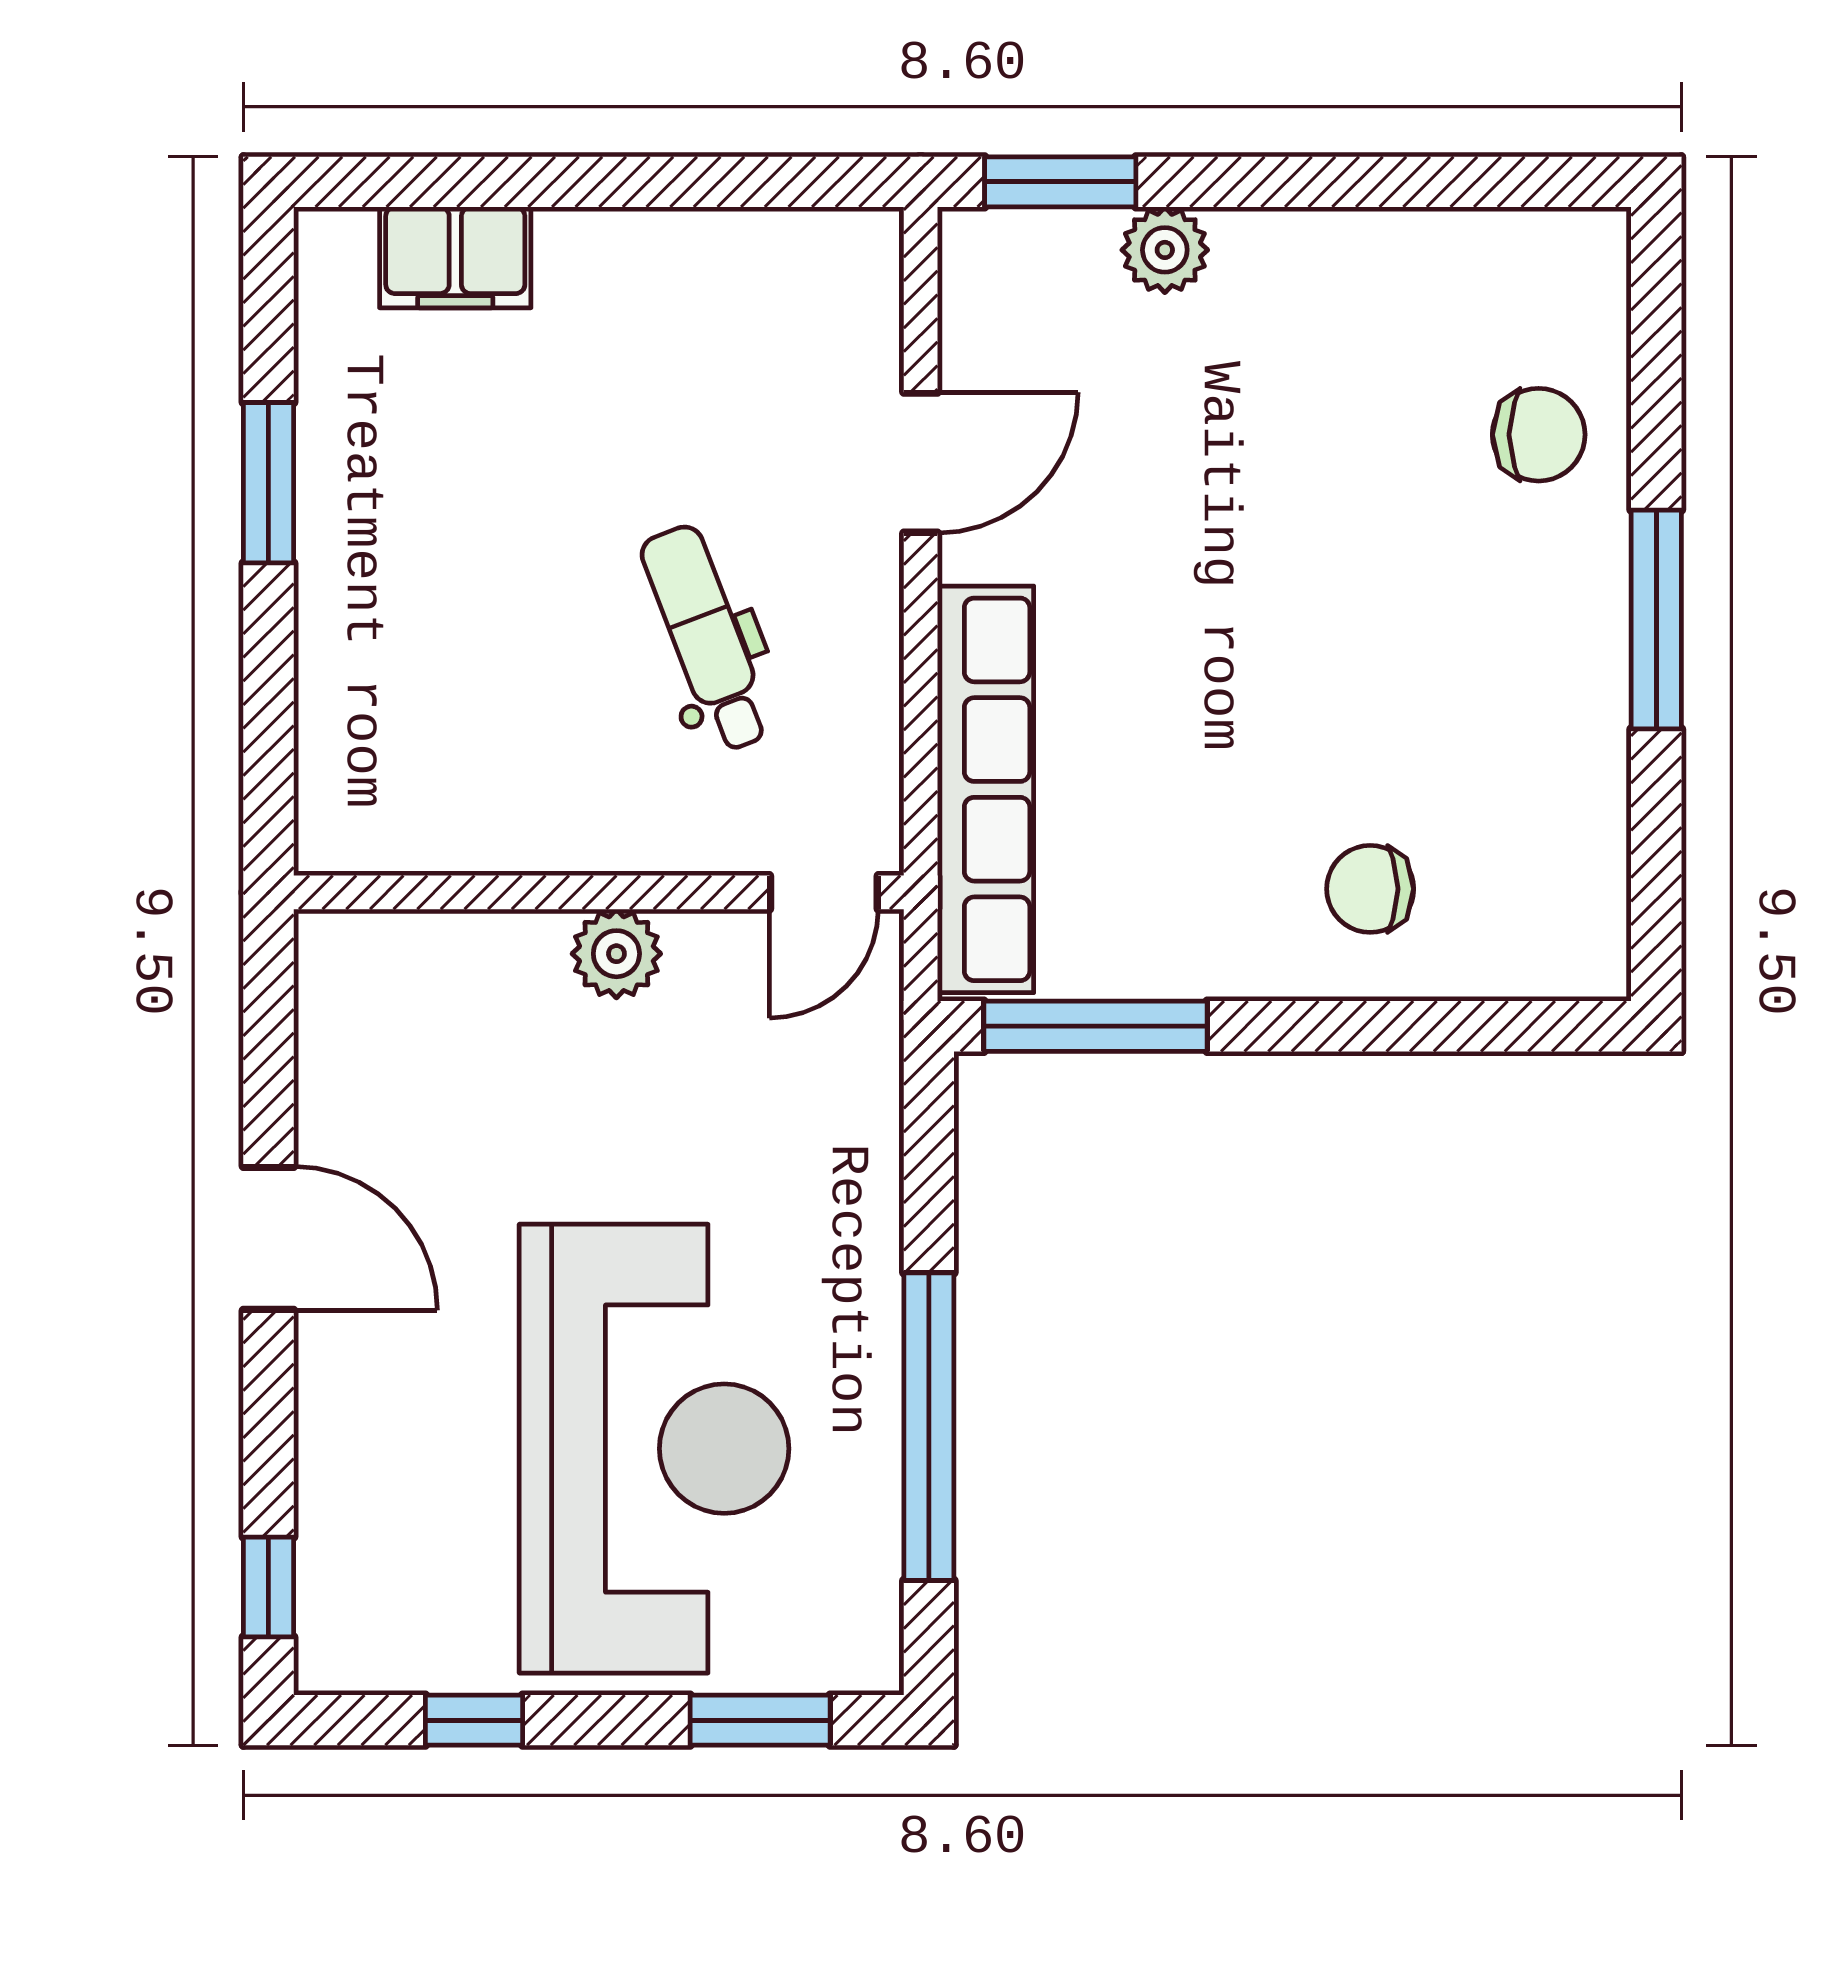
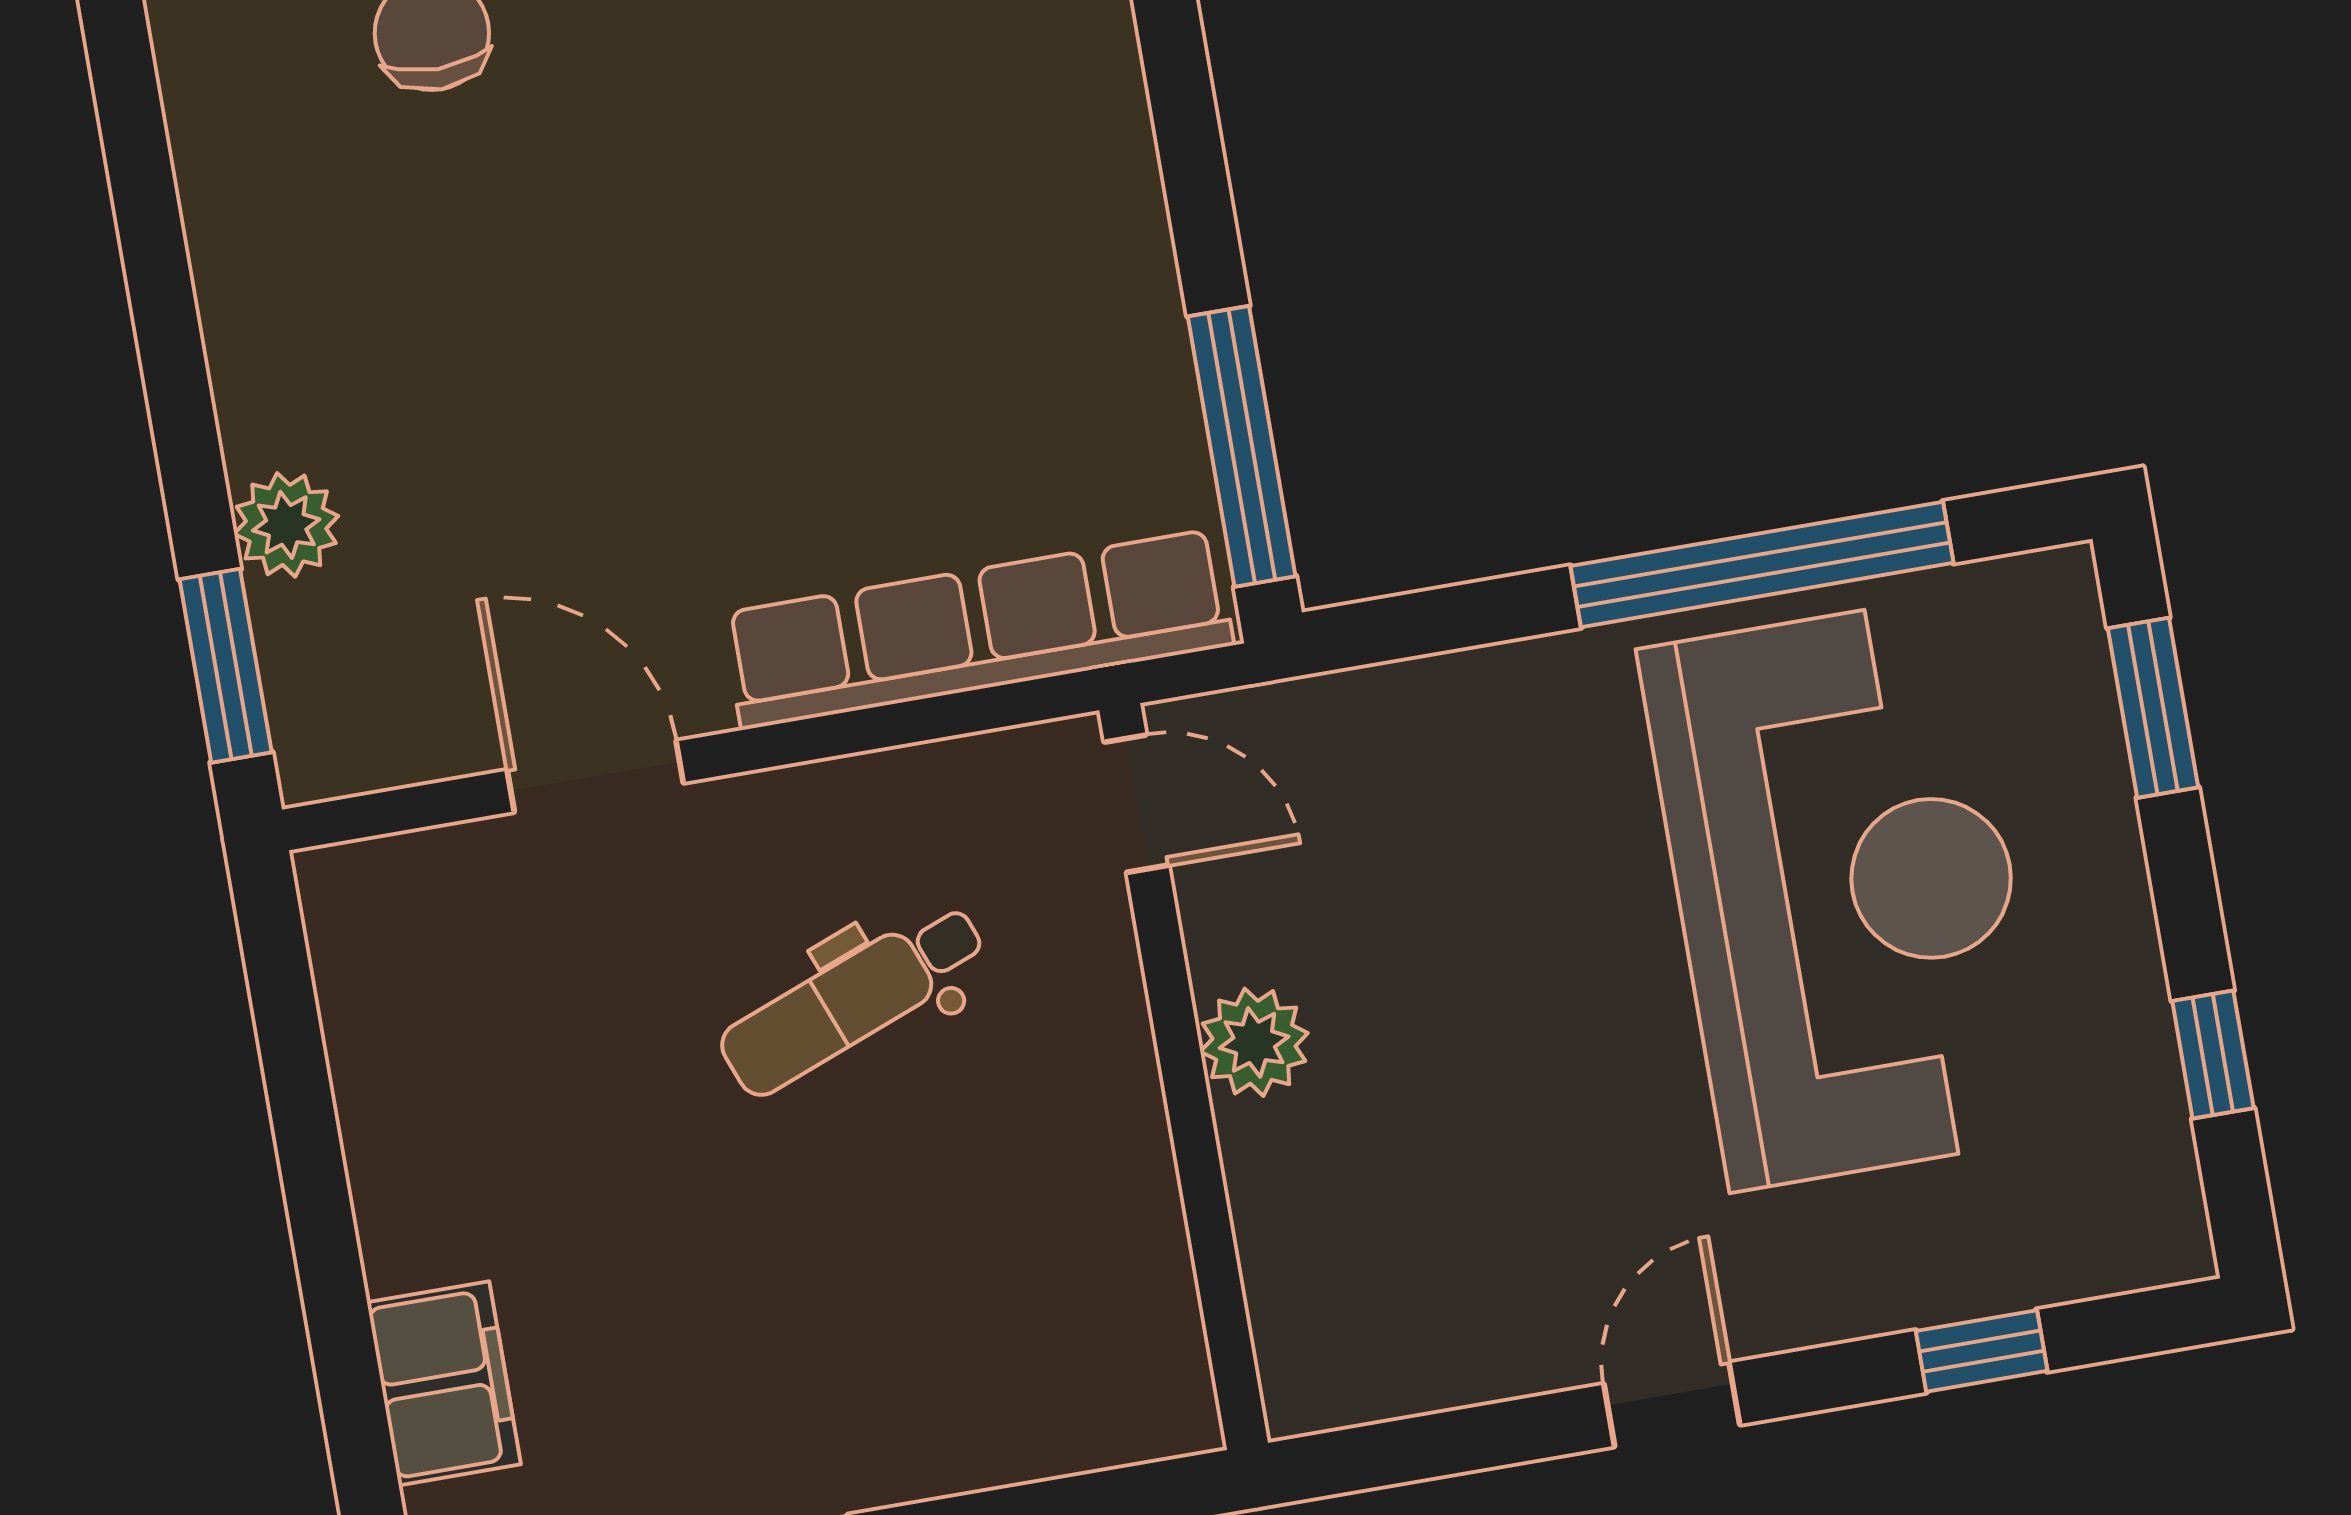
chair: (1370, 889) -> (1018, 142), removed
door: (268, 1238) -> (1672, 1404), width x0.73
reception desk: (654, 1449) -> (1846, 893), turned 90
window: (268, 1587) -> (1982, 1351), moved

